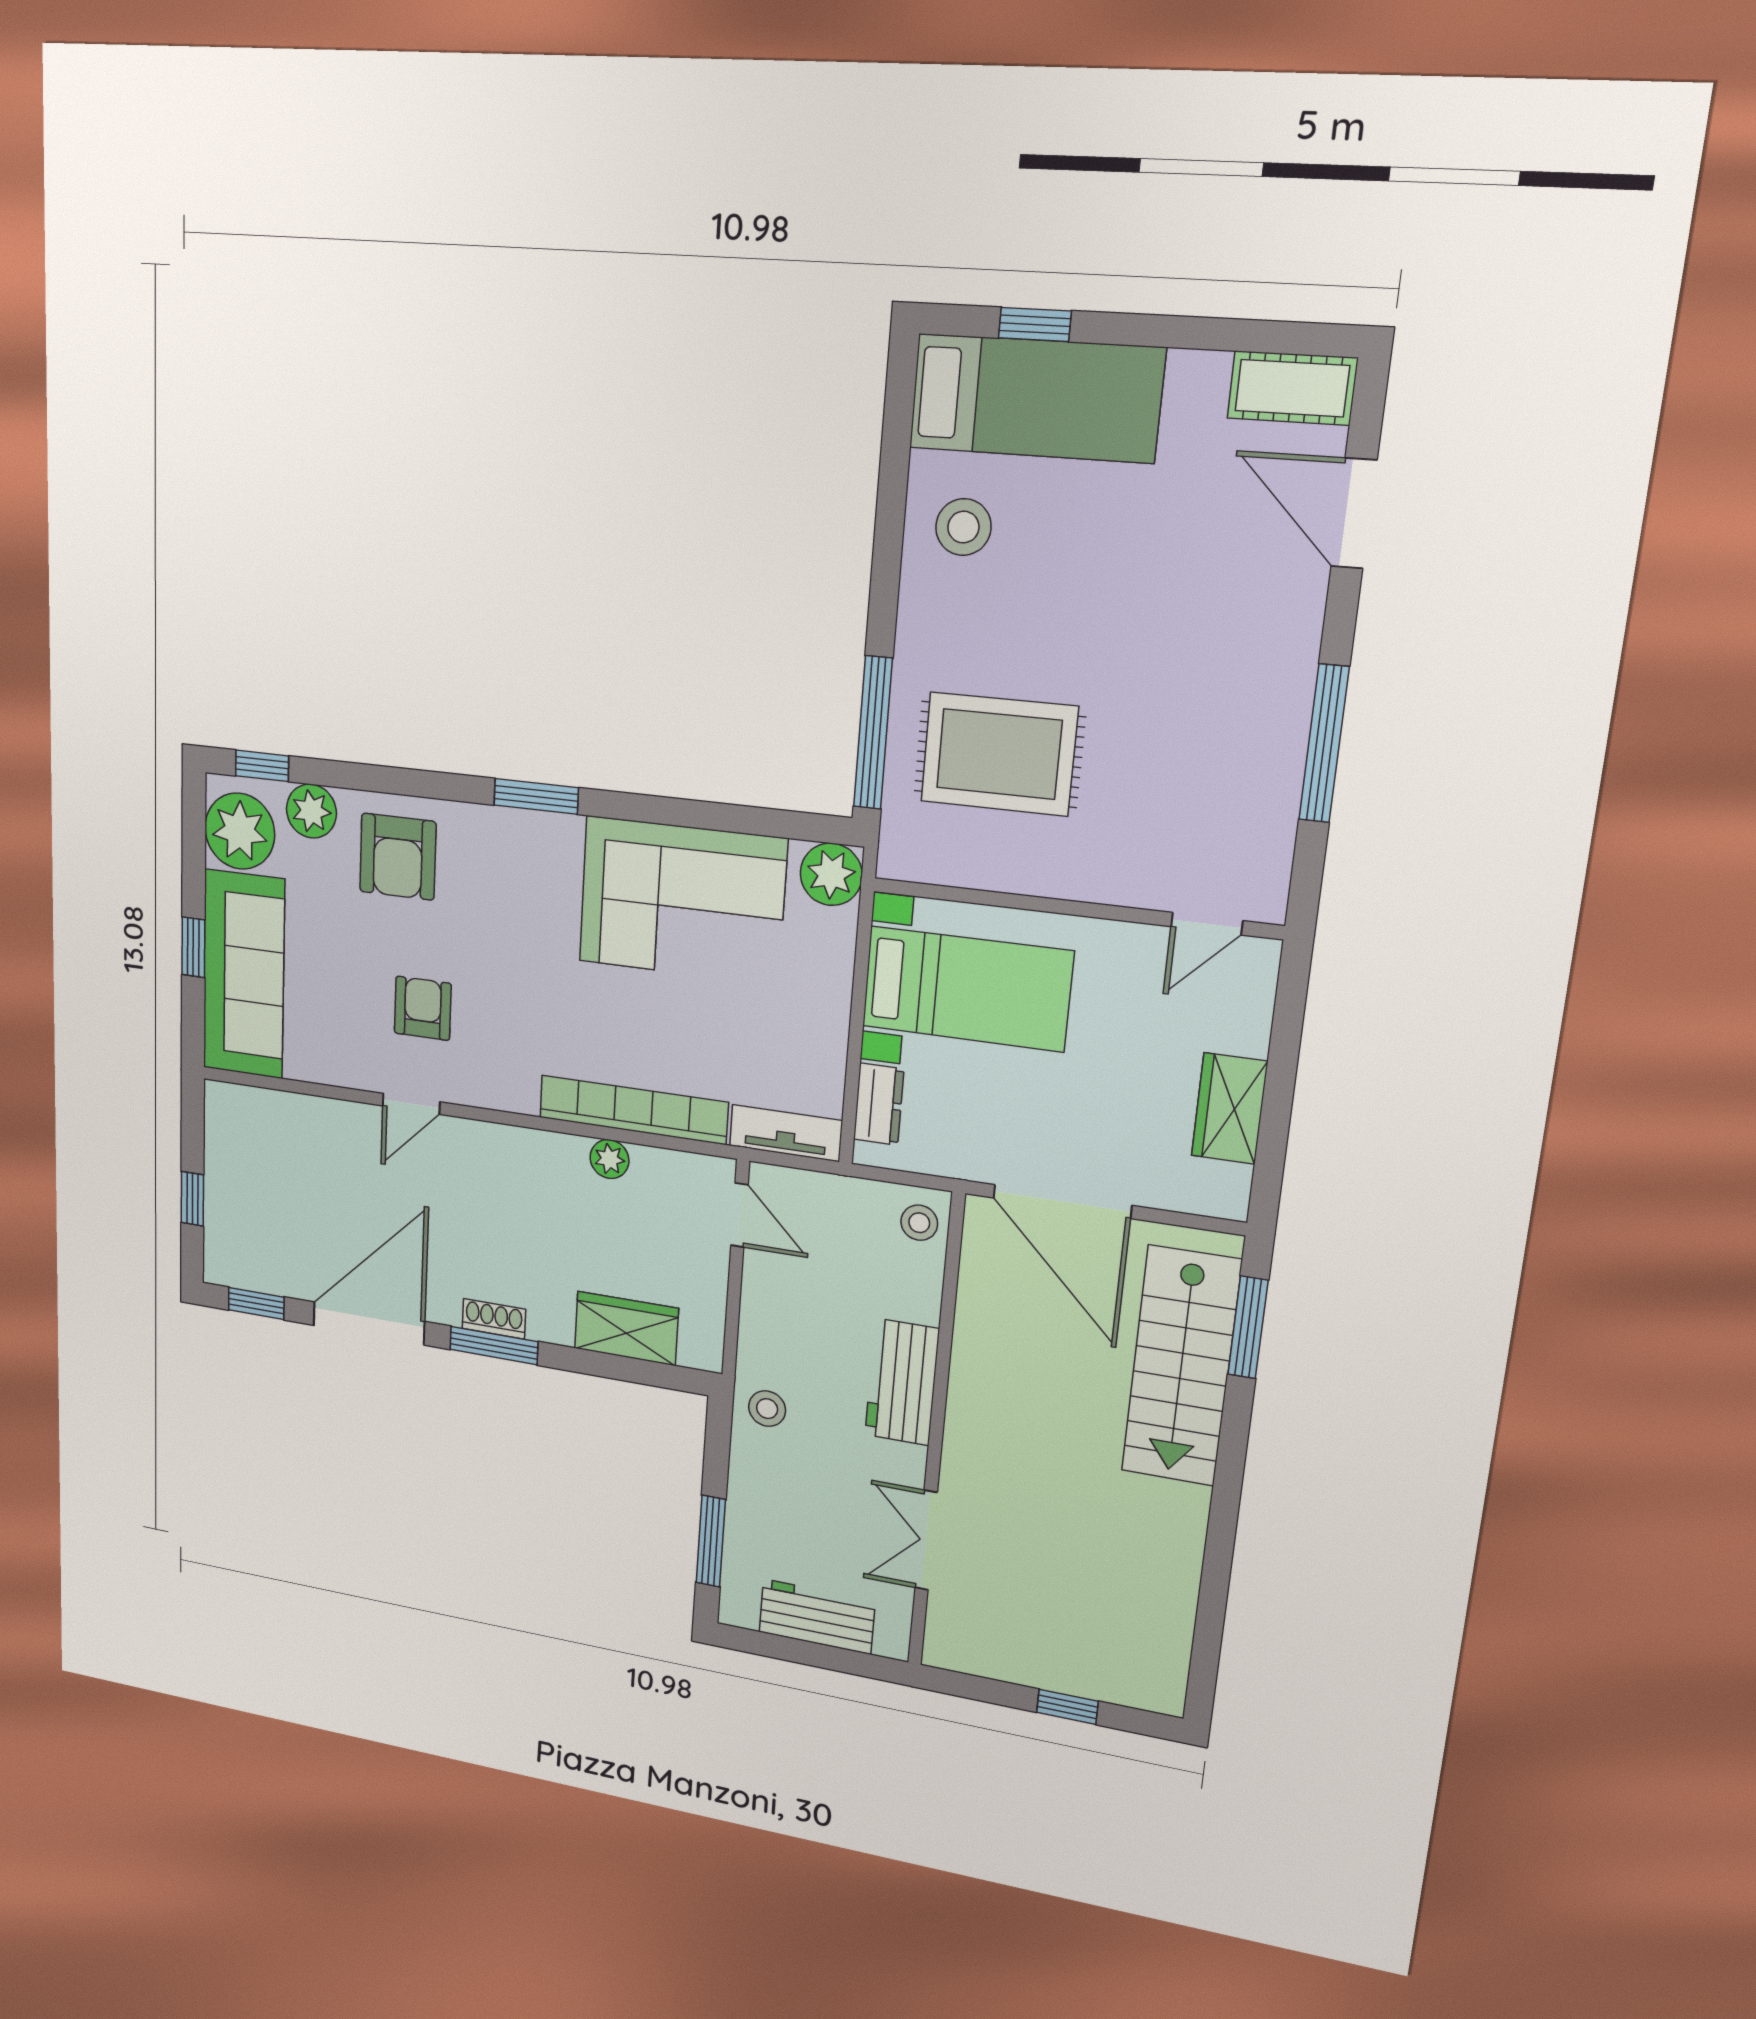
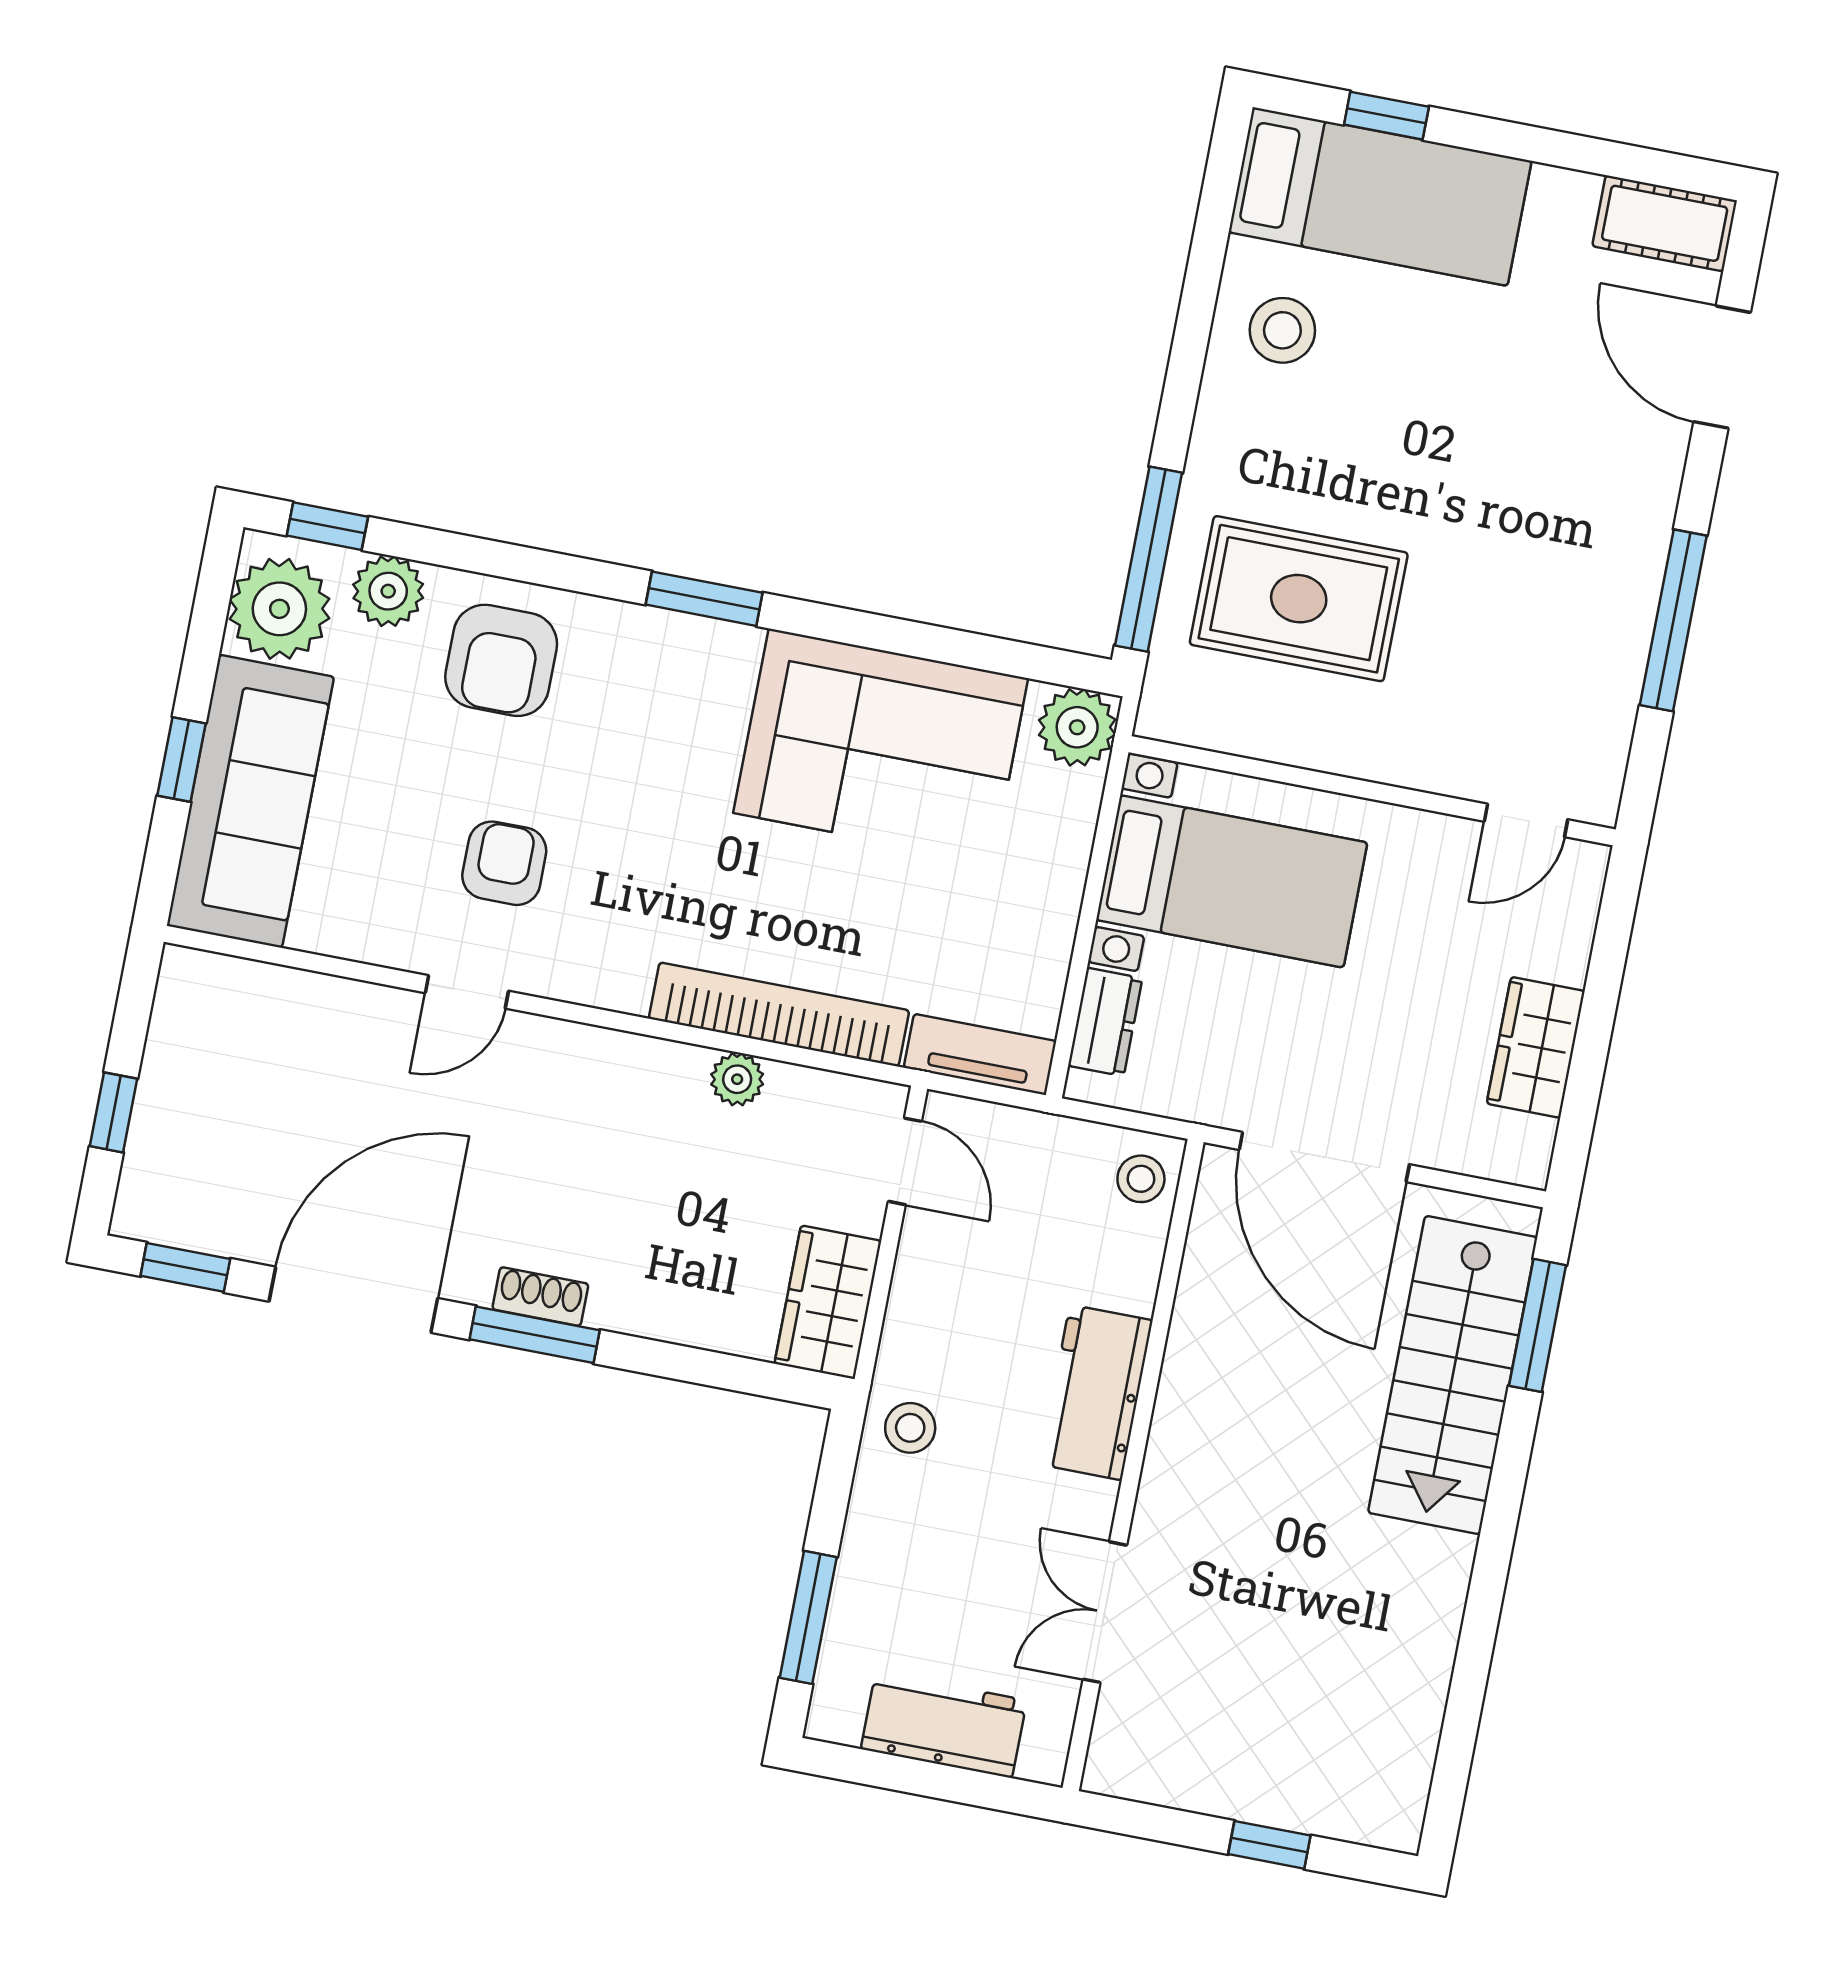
wardrobe: (626, 1328) -> (828, 1302), moved, turned -90

